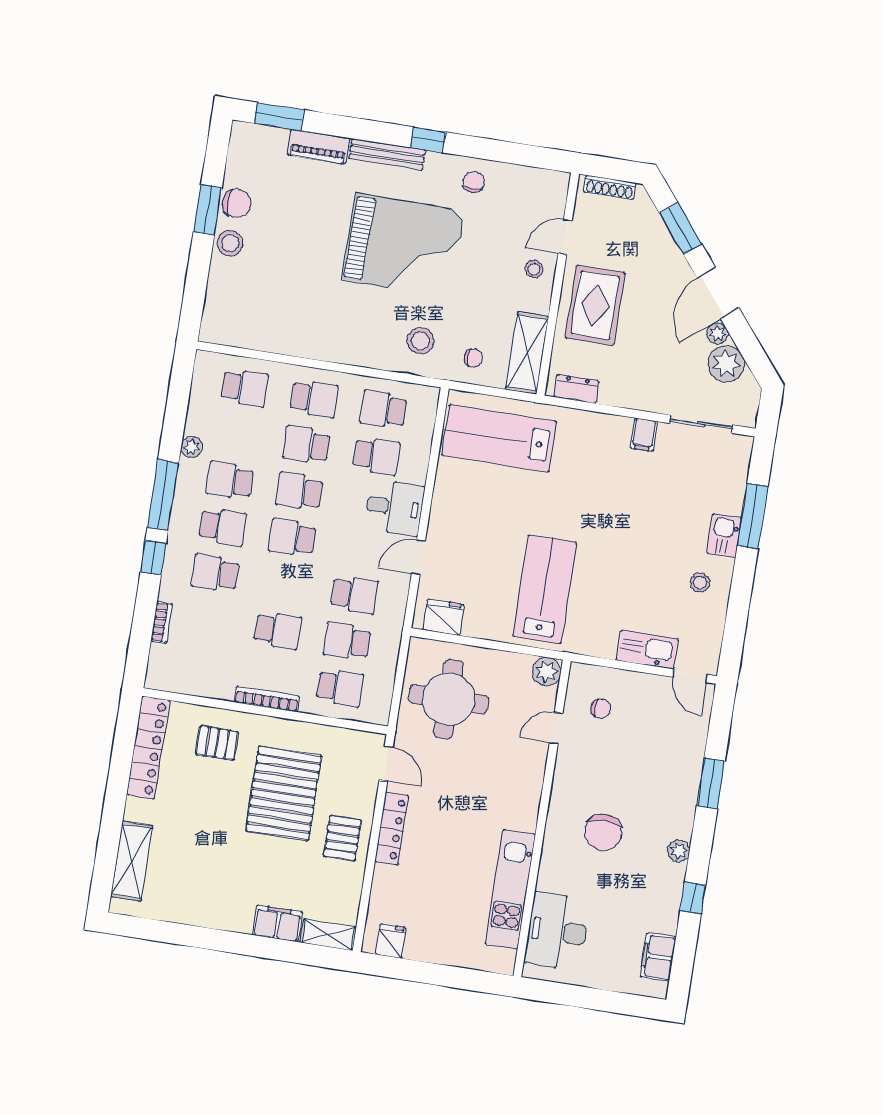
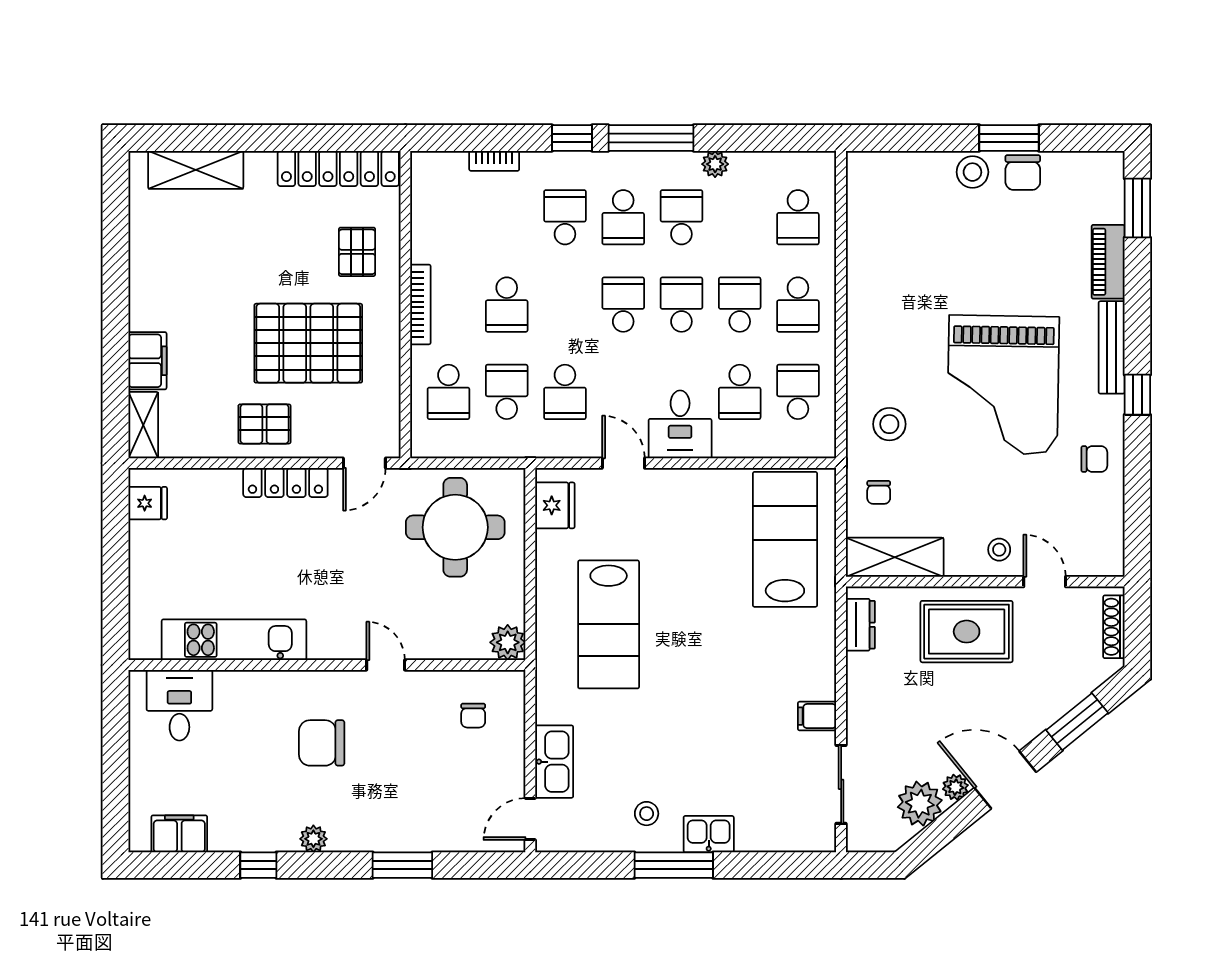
window: (753, 516) -> (674, 865), moved
lab bench: (545, 589) -> (609, 624), turned 90
door: (556, 728) -> (386, 665), moved
desk: (557, 931) -> (179, 705), width x0.73

